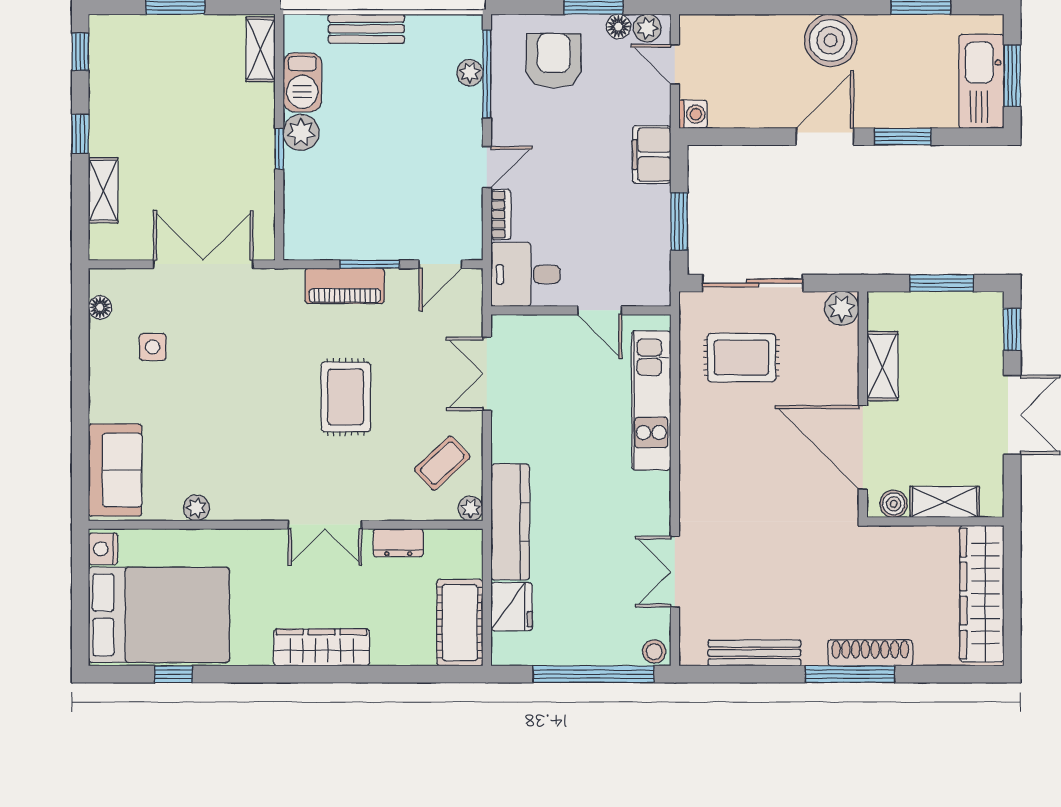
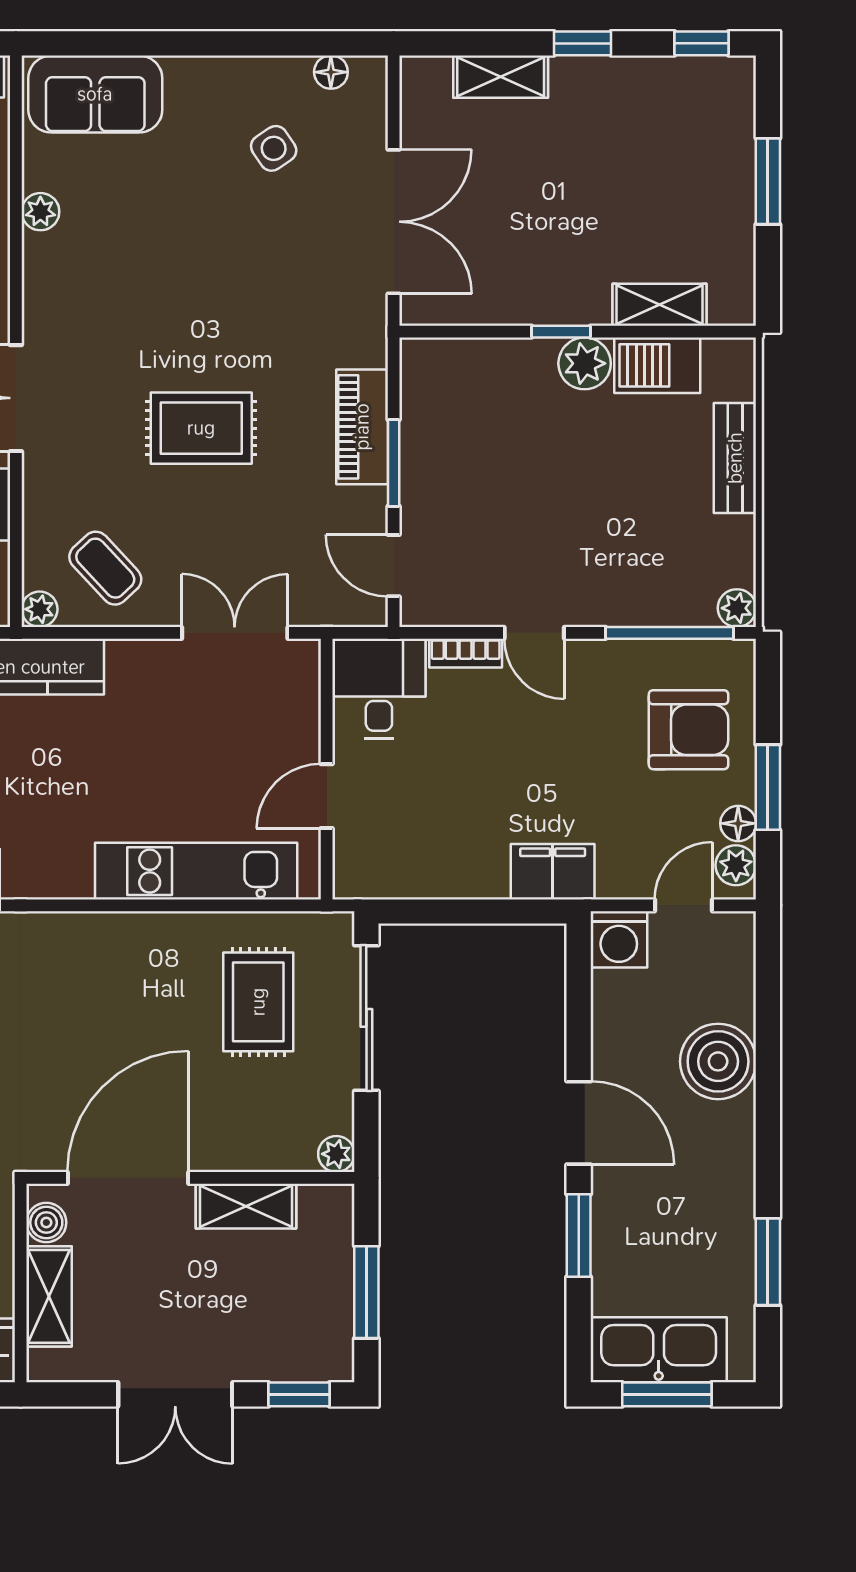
boiler: (831, 40) -> (718, 1061), moved
shelving: (261, 49) -> (660, 305), moved
plant: (470, 73) -> (737, 608), moved
washing machine: (693, 114) -> (619, 939), width x1.38, depth x1.38
window: (679, 221) -> (456, 912), removed
plant: (842, 308) -> (336, 1154), width x0.73, depth x0.73
side table: (153, 347) -> (274, 148), turned -34

